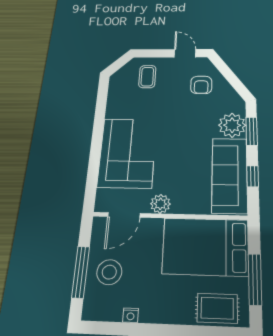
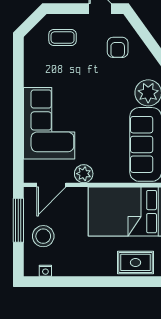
coffee table: (147, 77) -> (63, 37), turned 90
window: (81, 272) -> (18, 220), moved
nightstand: (131, 315) -> (45, 271), moved

